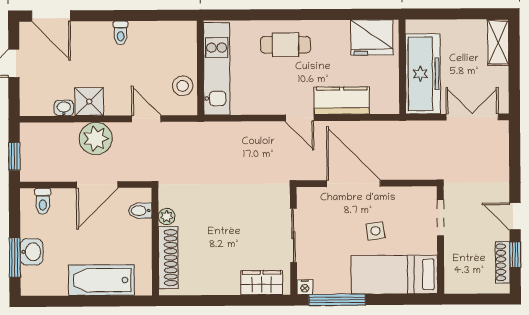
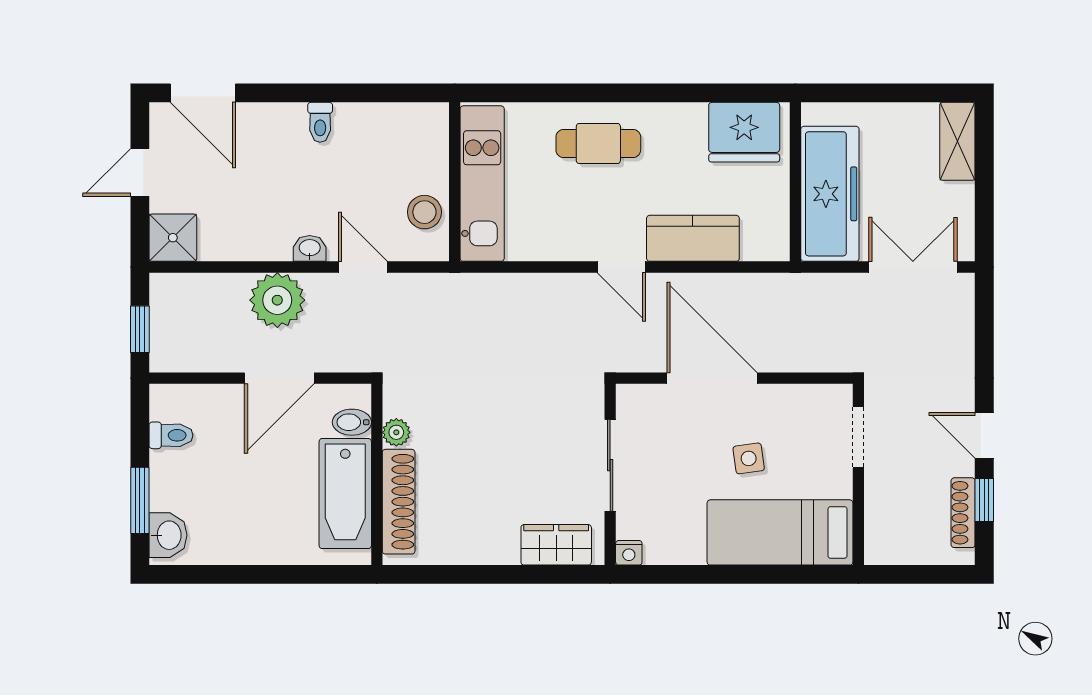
shower: (89, 102) -> (173, 238), moved
washbasin: (64, 108) -> (310, 248), moved
toilet: (43, 201) -> (171, 435), moved, turned -90
washbasin: (32, 252) -> (168, 535), moved
bathtub: (101, 280) -> (345, 494), moved, turned -90
window: (337, 300) -> (683, 574), removed

